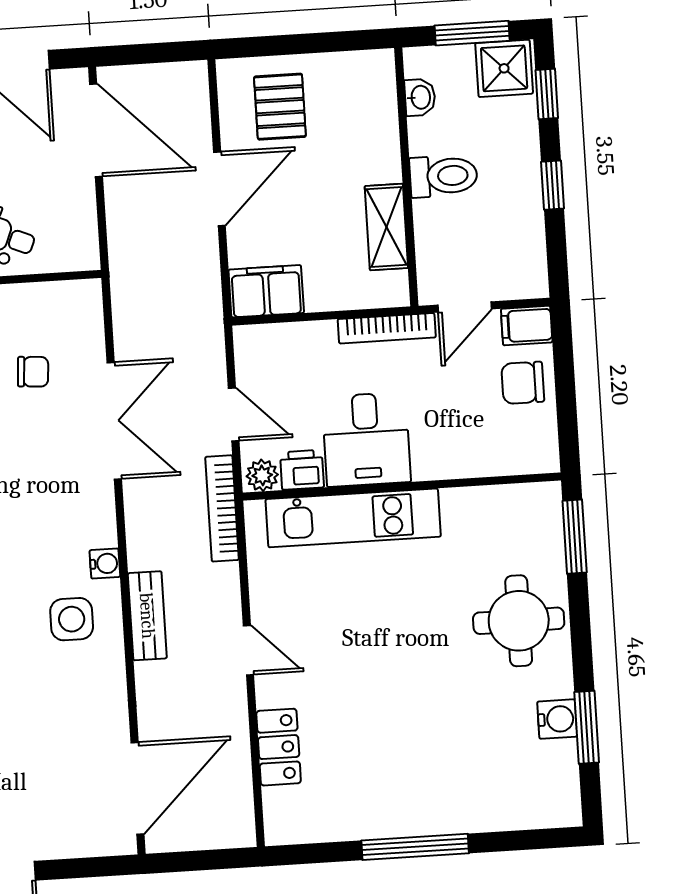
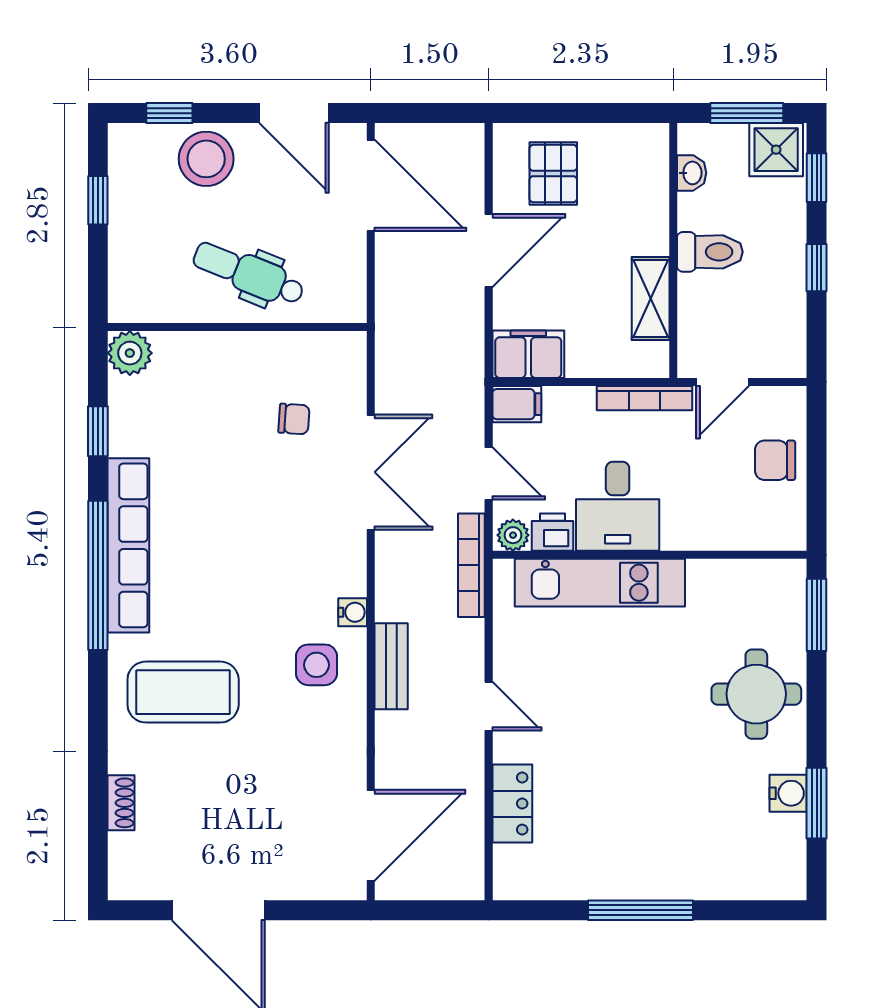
filing cabinet: (527, 326) -> (517, 404), moved, turned 180

